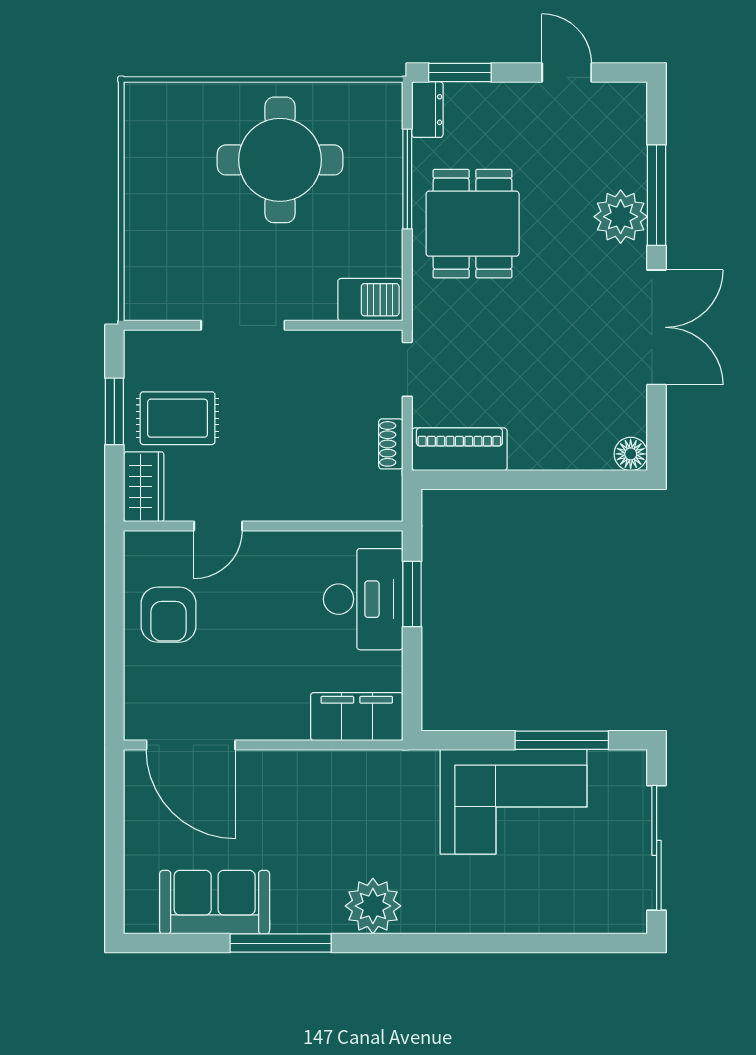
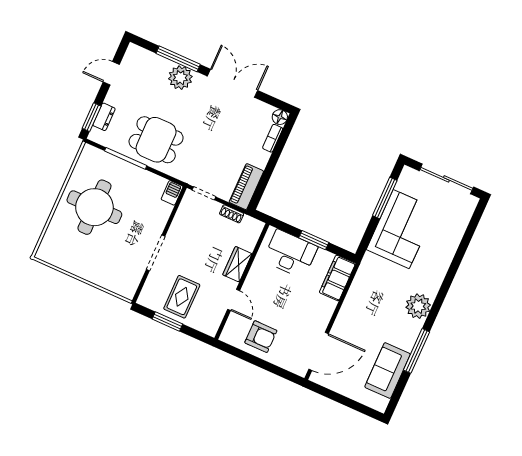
dresser: (427, 110) -> (104, 117), moved, turned 90
barbecue: (370, 300) -> (172, 193), width x0.73, depth x0.79
bookcase: (581, 459) -> (273, 138), added
wardrobe: (144, 487) -> (237, 264), moved, turned -90
window: (412, 594) -> (314, 240), moved

